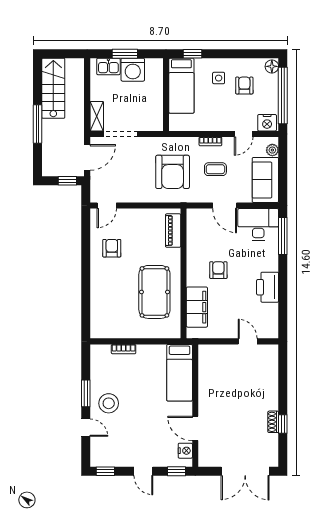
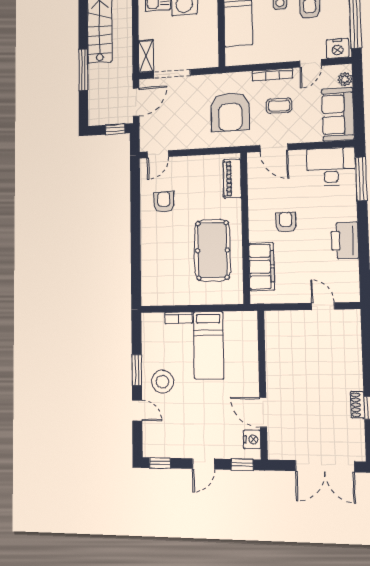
bookcase: (210, 141) -> (272, 75), width x1.56
door: (225, 206) -> (274, 148), moved
bed: (180, 373) -> (209, 345), moved
door: (143, 471) -> (203, 464), hinge flipped

